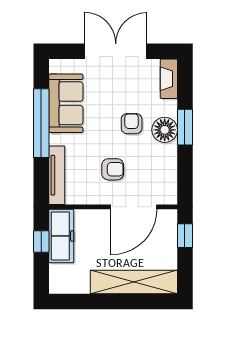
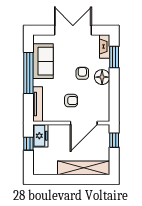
window: (185, 127) -> (114, 57), moved
freezer: (61, 236) -> (40, 136), width x0.71

